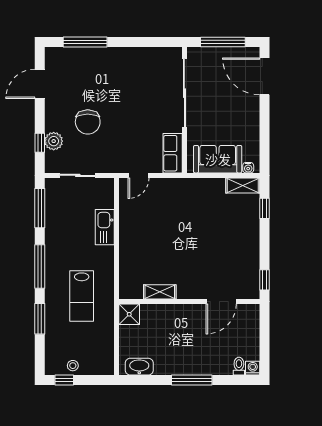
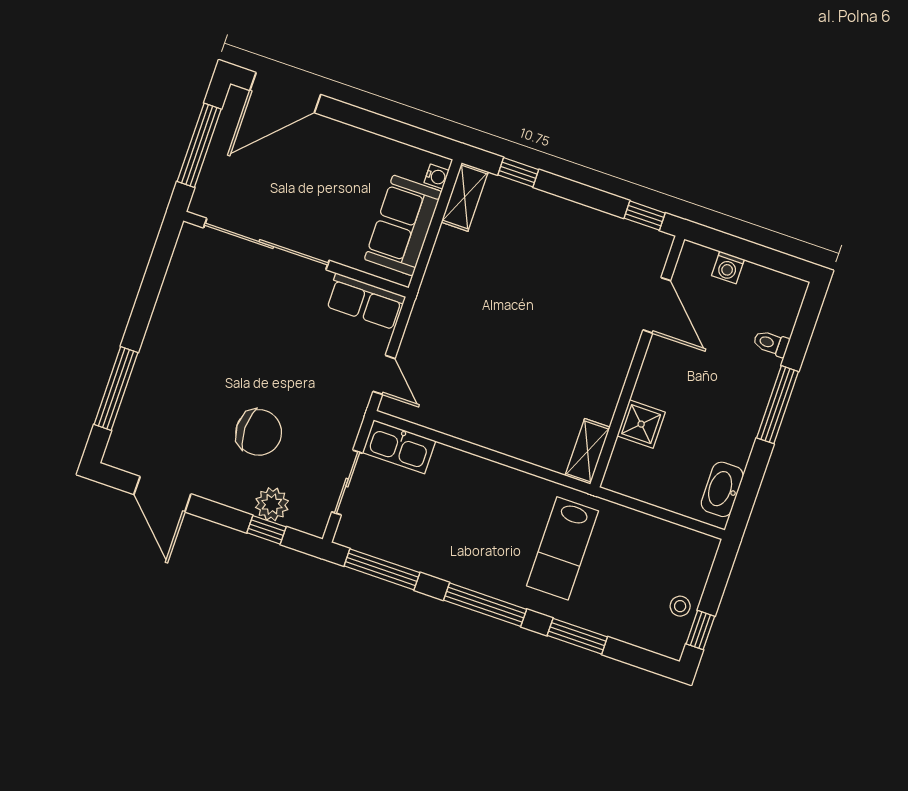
kitchen sink: (105, 227) -> (399, 447), moved
shelving: (160, 292) -> (588, 451), moved
lab bench: (82, 296) -> (563, 548), turned 90
shower: (129, 314) -> (641, 424), moved
toilet: (239, 366) -> (771, 343), moved
washing machine: (253, 368) -> (728, 267), moved, turned -90

